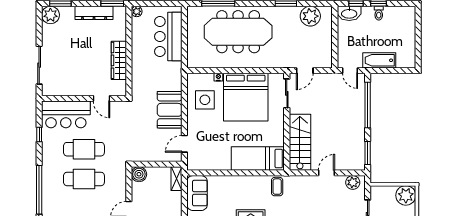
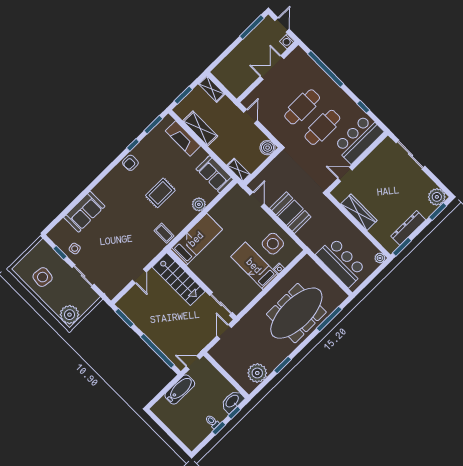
bed: (246, 97) -> (254, 266), width x0.49
plant: (353, 182) -> (199, 204), moved

